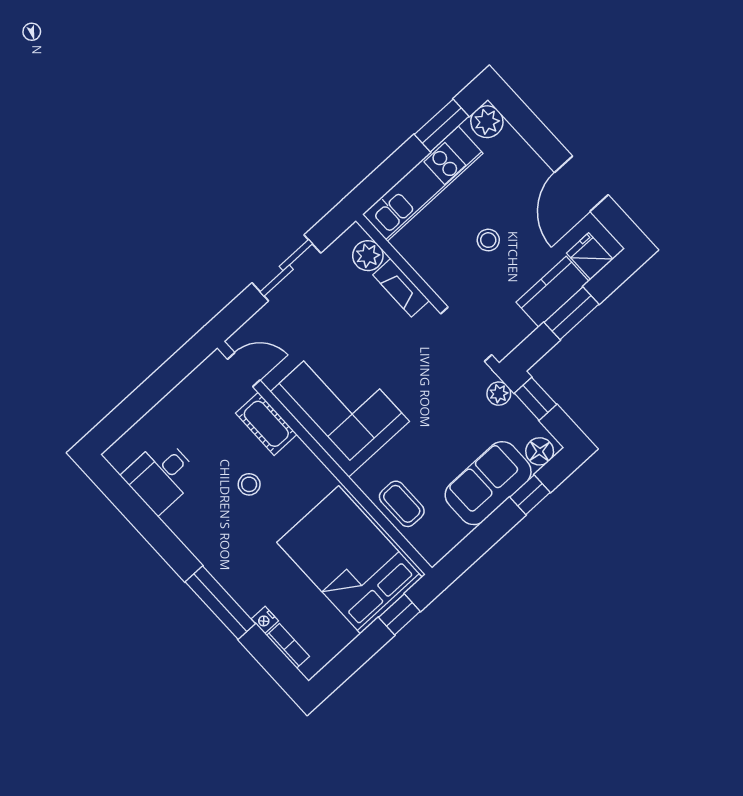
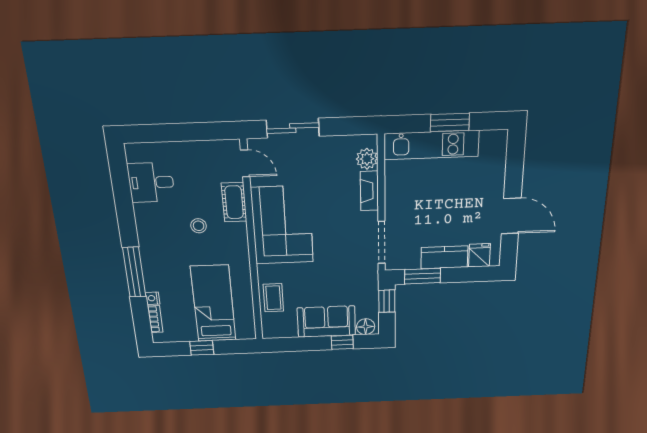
plant: (487, 122) -> (496, 141), removed
window: (442, 125) -> (450, 122), moved
door: (581, 184) -> (511, 216), swing flipped
stool: (488, 240) -> (437, 204), removed
sliding door: (286, 268) -> (293, 128), moved
window: (571, 313) -> (423, 276), moved
plant: (499, 394) -> (371, 284), removed
bed: (350, 560) -> (213, 304), width x0.67
window: (399, 614) -> (202, 348), moved

